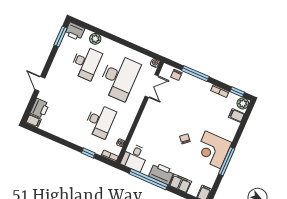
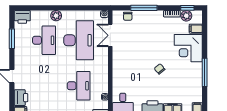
window: (61, 36) -> (12, 39), moved
plant: (95, 39) -> (56, 16), moved
double door: (152, 86) -> (110, 35), swing flipped
plant: (243, 103) -> (186, 16), moved
corner desk: (213, 150) -> (188, 48), moved

